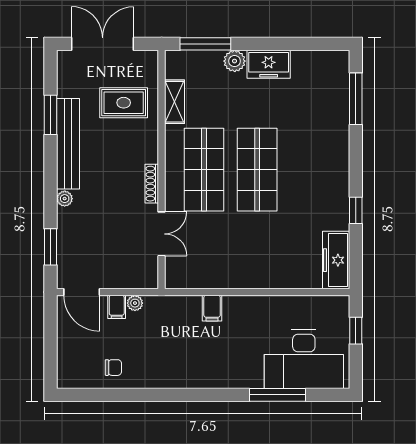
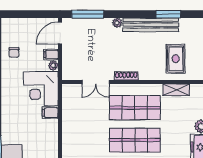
window: (51, 247) -> (88, 14), width x1.44
corner desk: (173, 323) -> (41, 89), added

